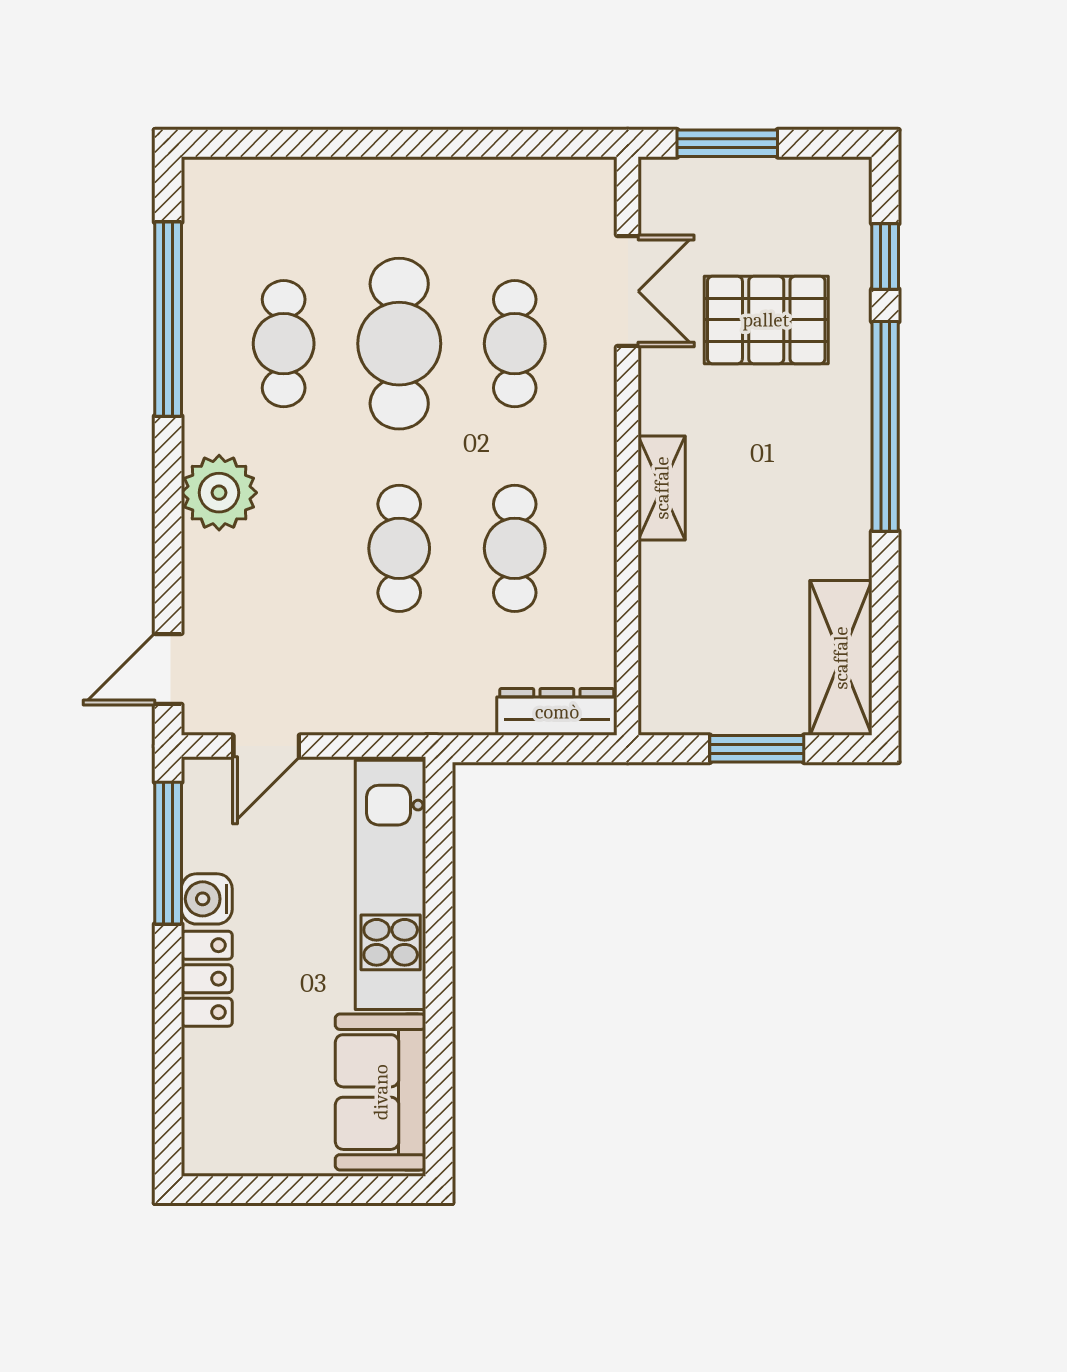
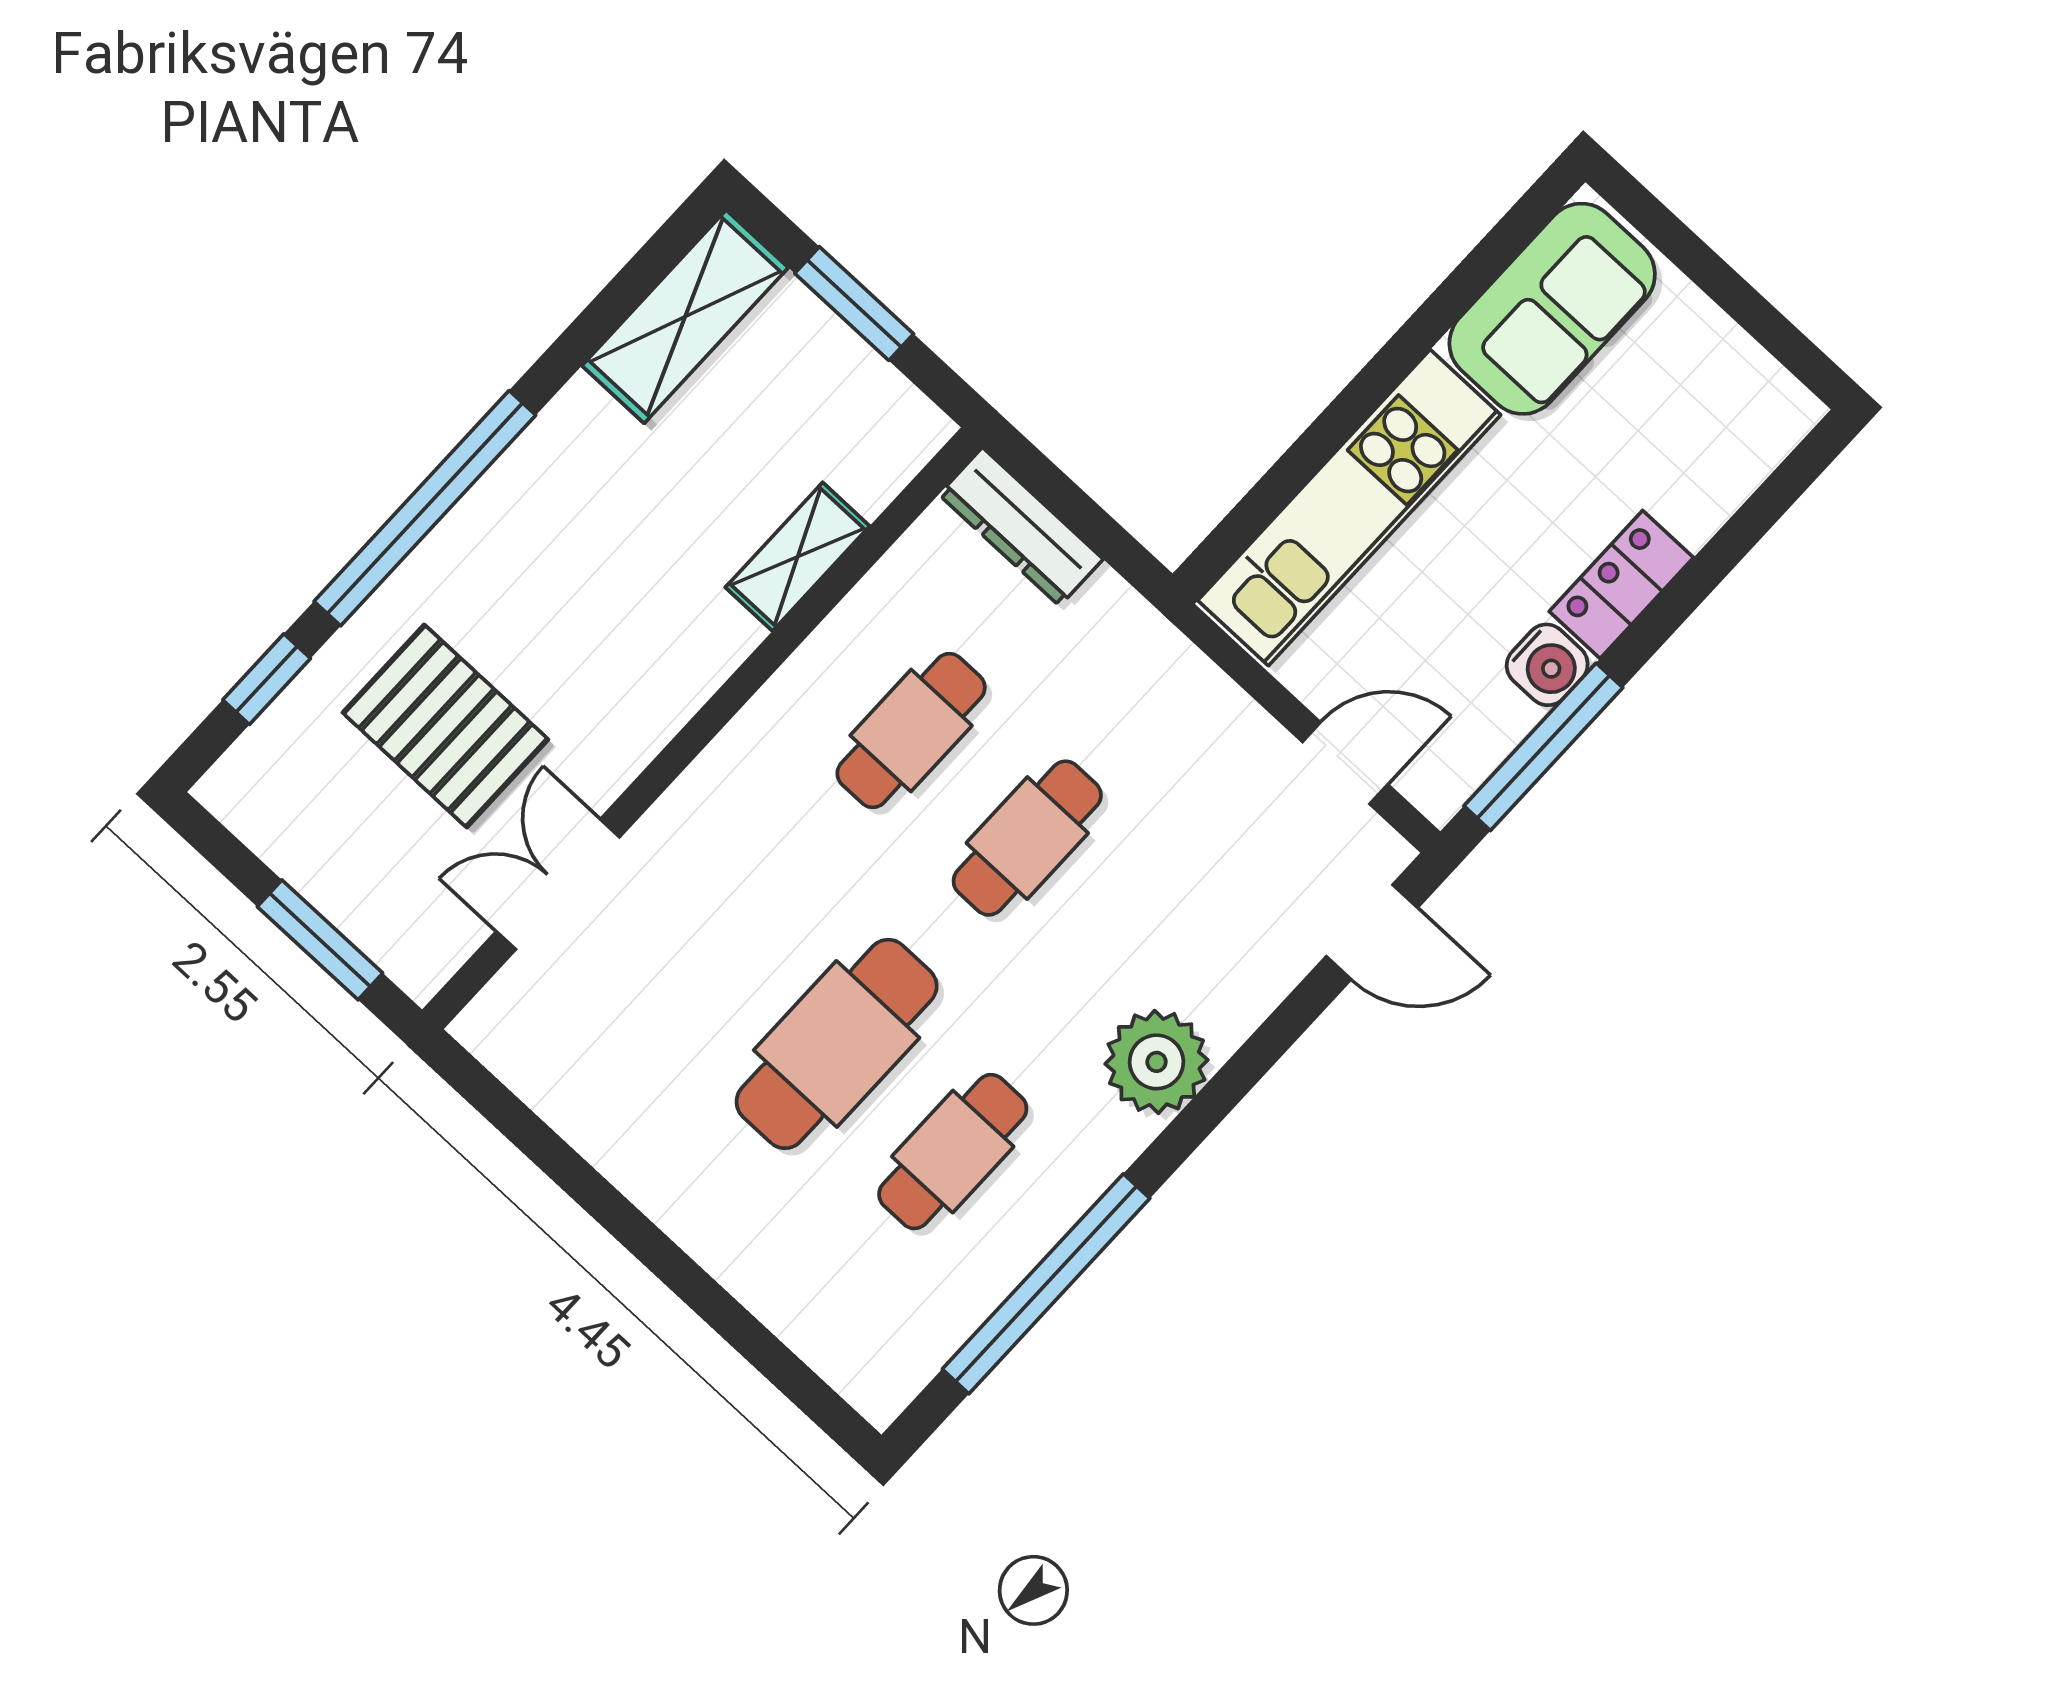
cafe table: (515, 344) -> (720, 936), removed
shelving: (662, 488) -> (798, 557), moved

